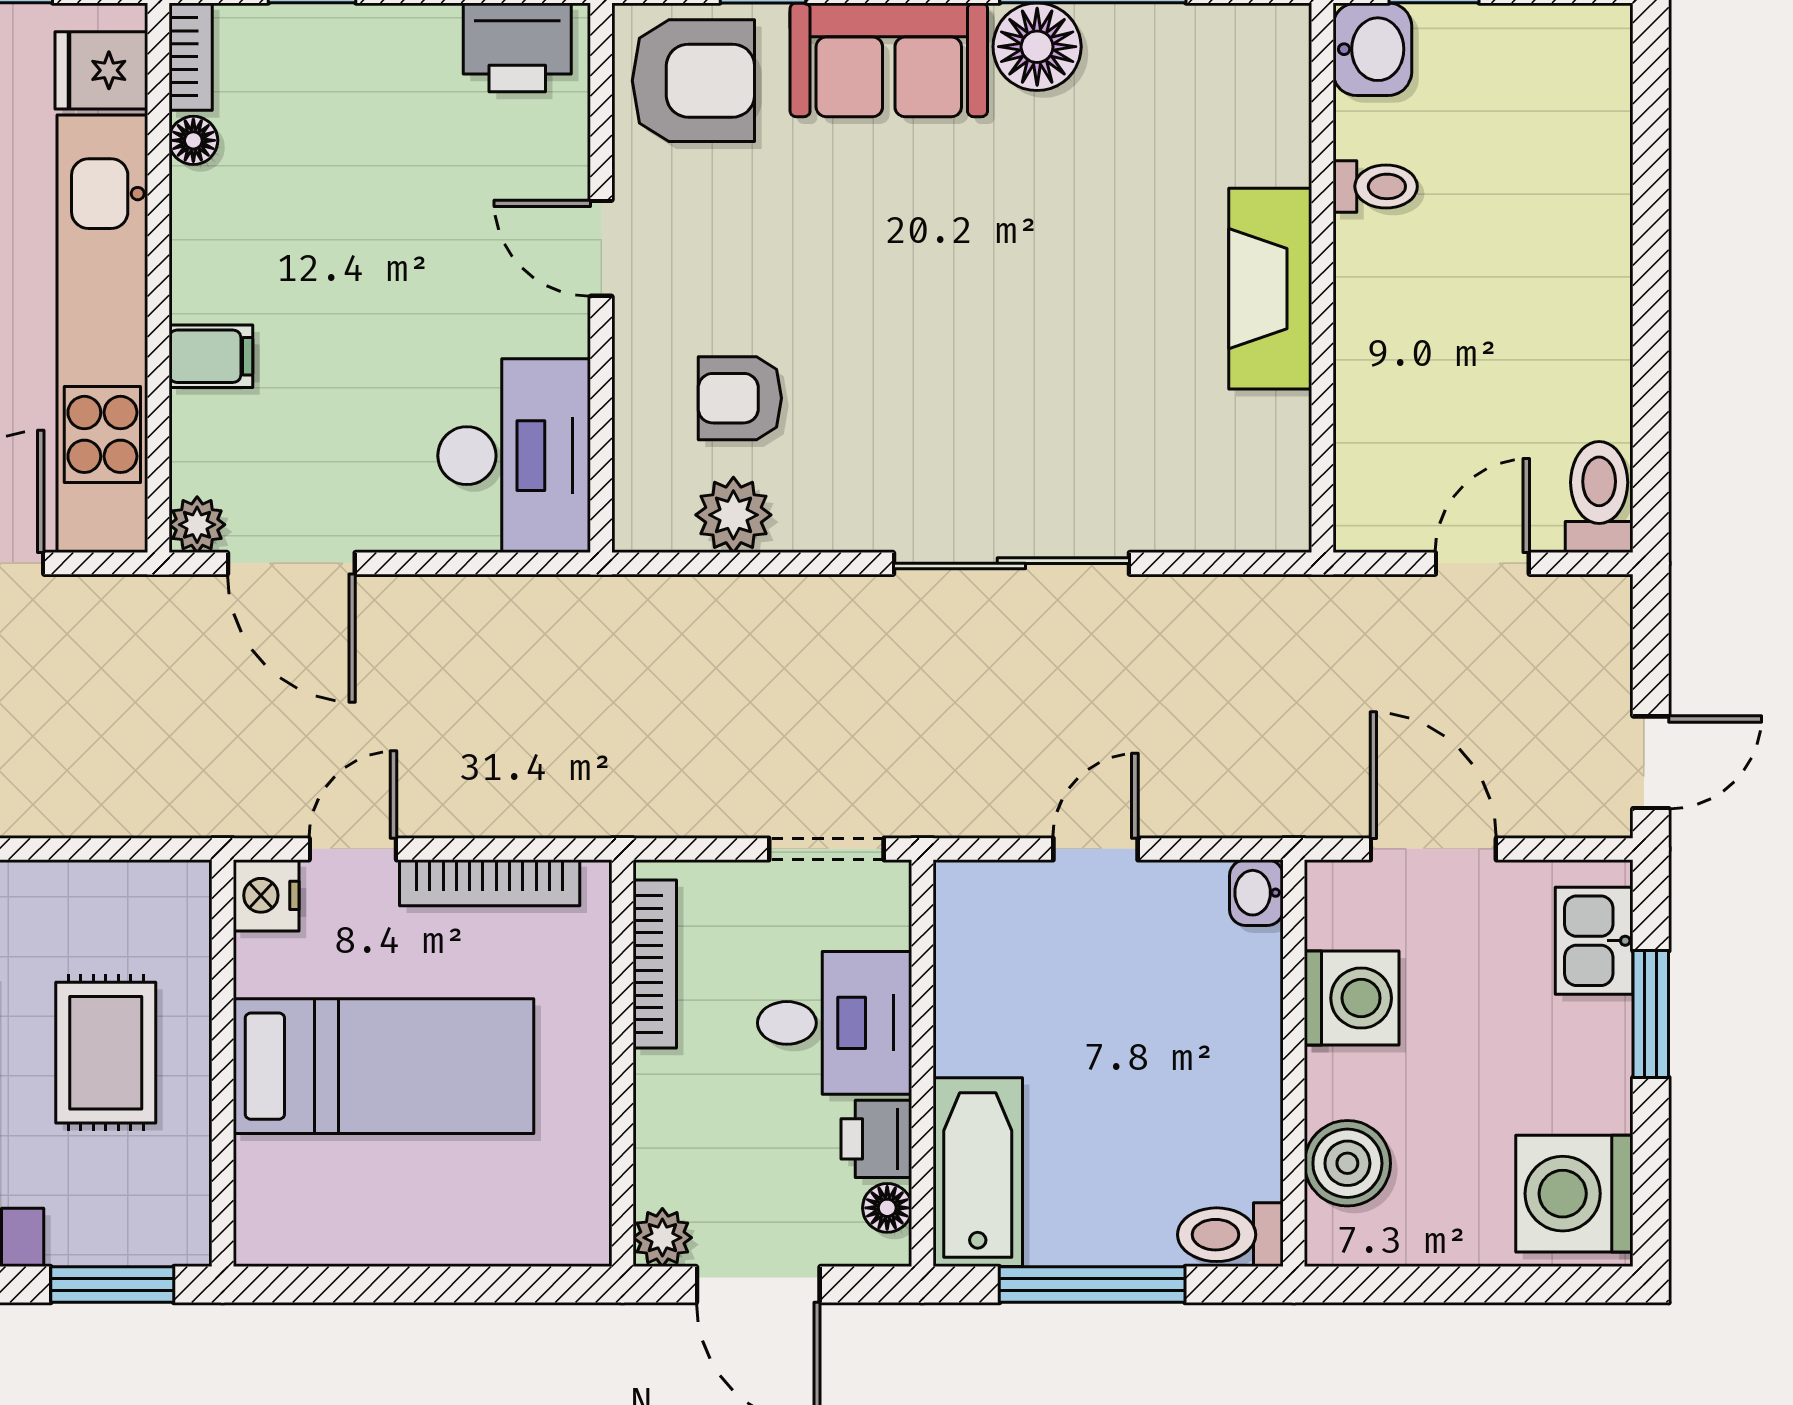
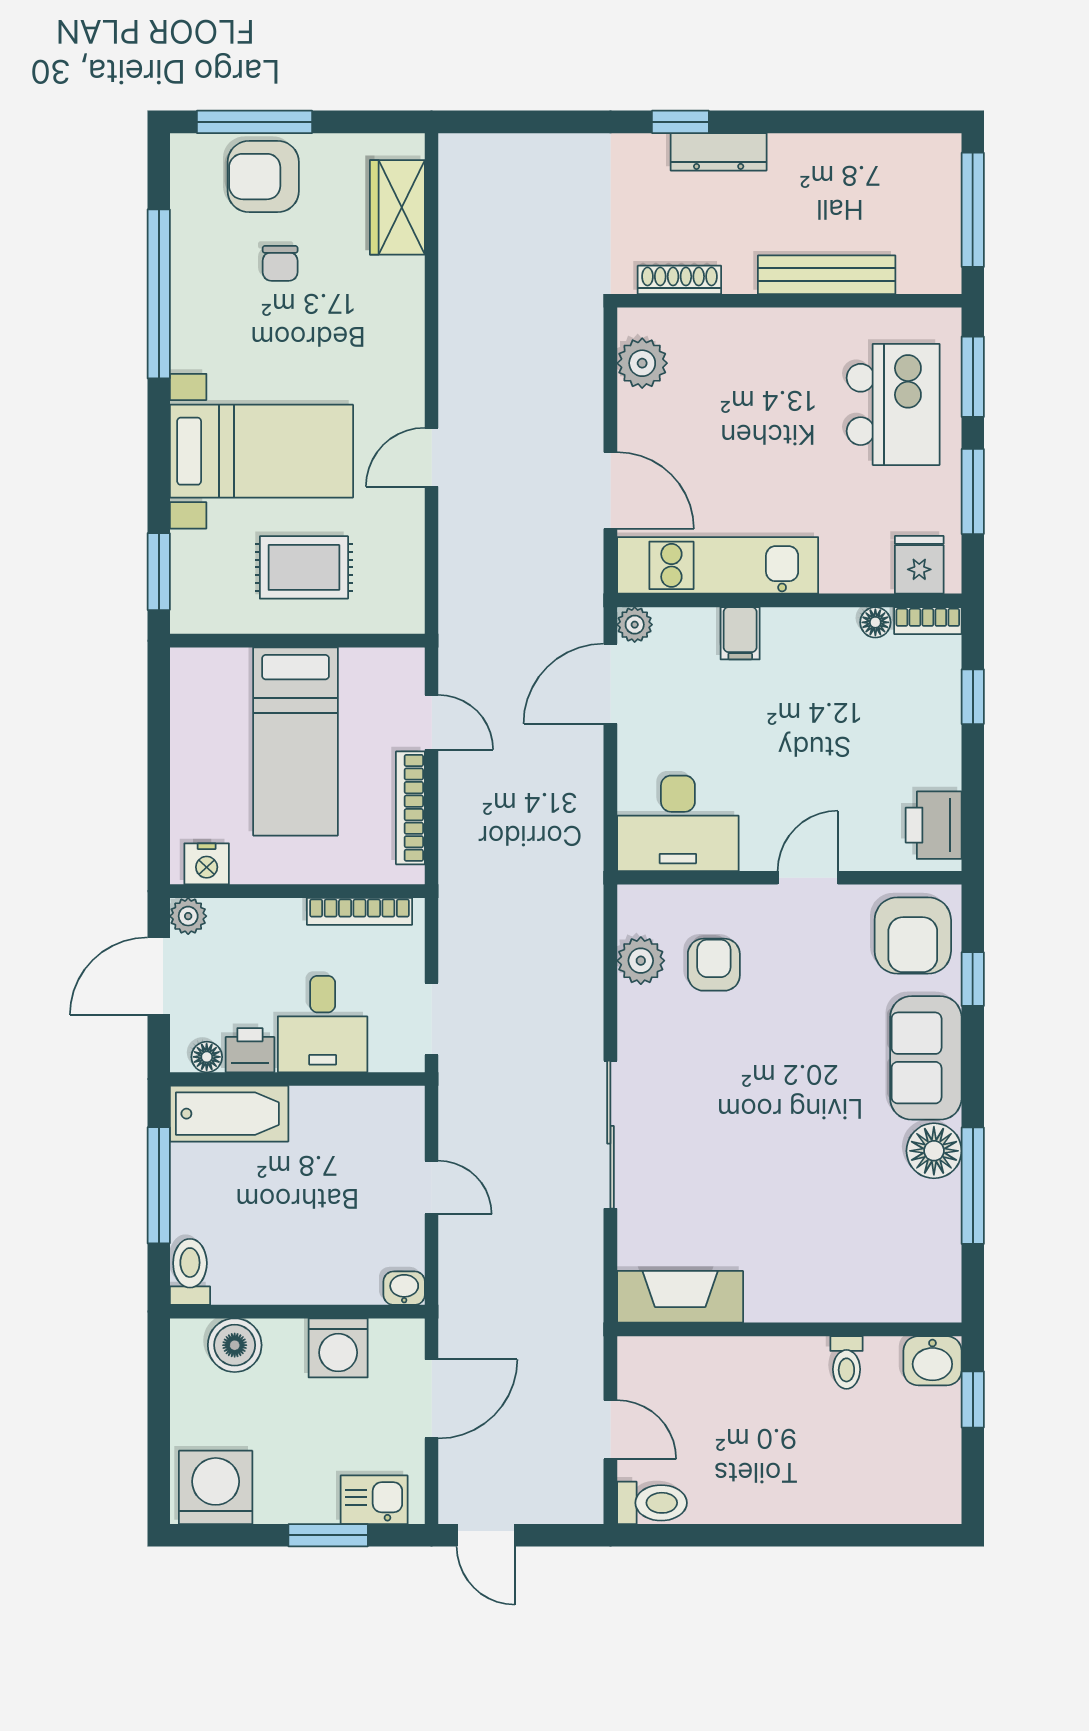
fireplace: (1270, 289) -> (680, 1297), moved
kitchen unit: (102, 334) -> (718, 565), width x0.73
nightstand: (266, 895) -> (207, 864), moved, turned 180

